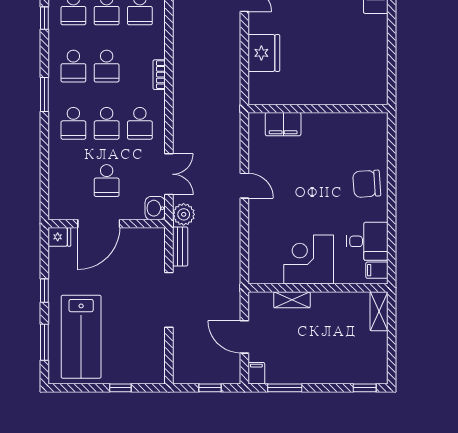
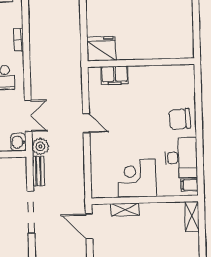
fridge: (264, 53) -> (101, 49), moved, turned -90
desk: (367, 241) -> (181, 158), width x1.37
door: (244, 337) -> (89, 226), moved

